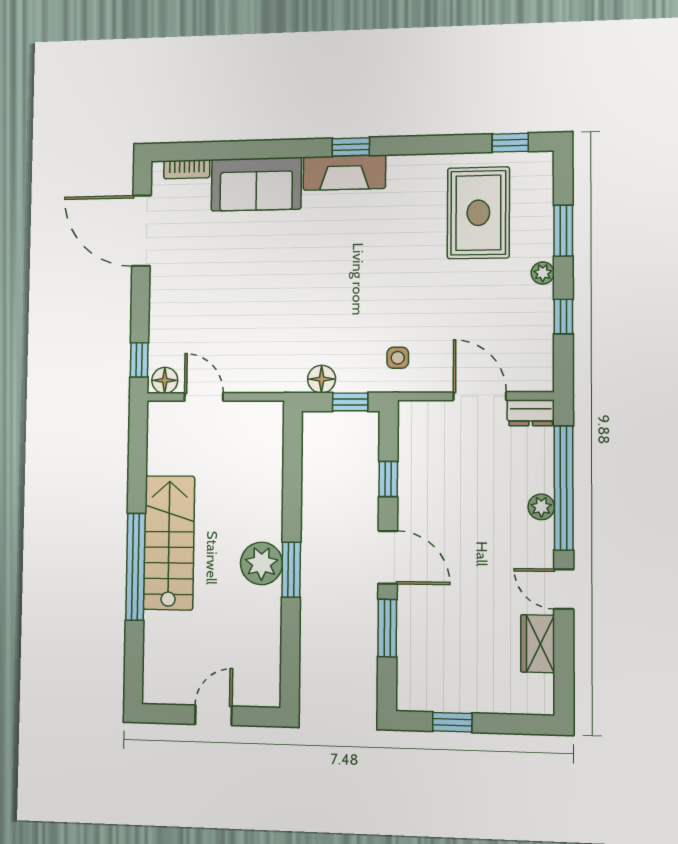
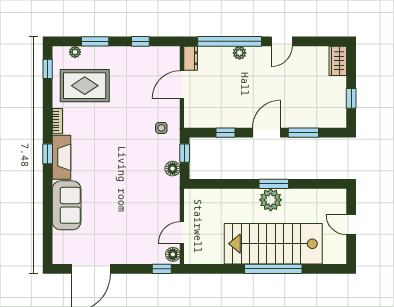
bookcase: (187, 169) -> (57, 121), moved
plant: (543, 273) -> (75, 52), moved
stairs: (169, 543) -> (273, 244), width x1.36, depth x1.51
wardrobe: (538, 644) -> (338, 61), moved, turned 90

